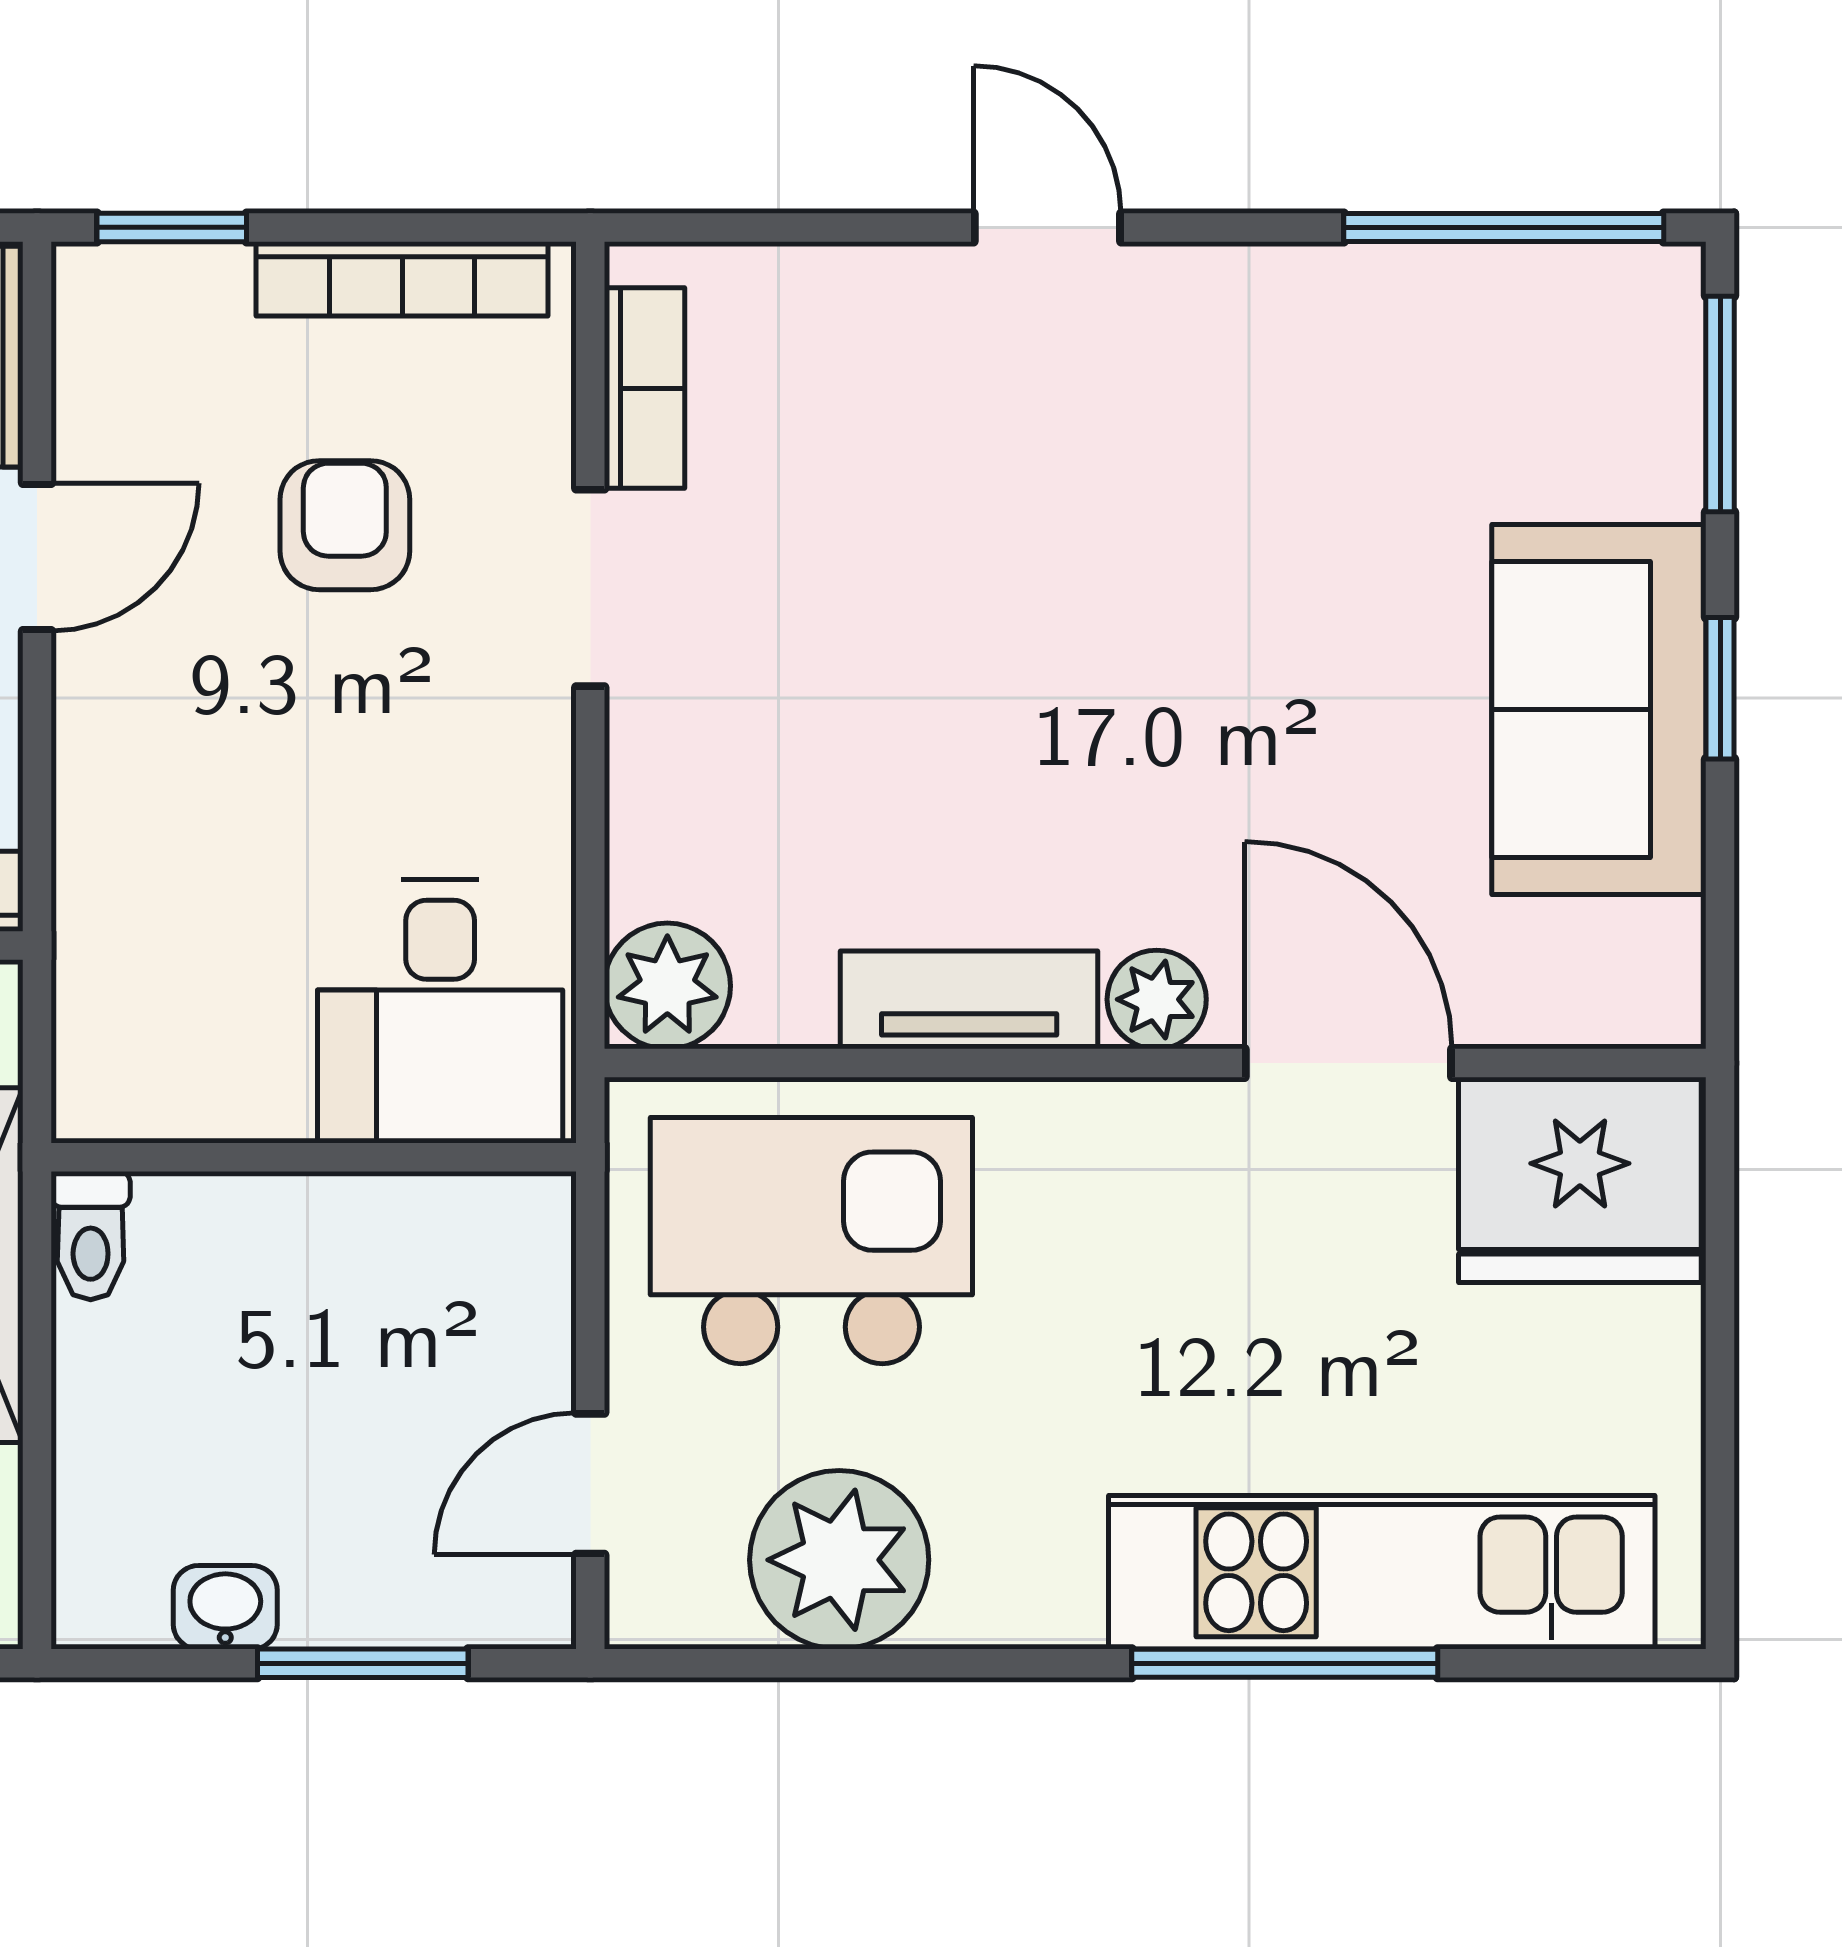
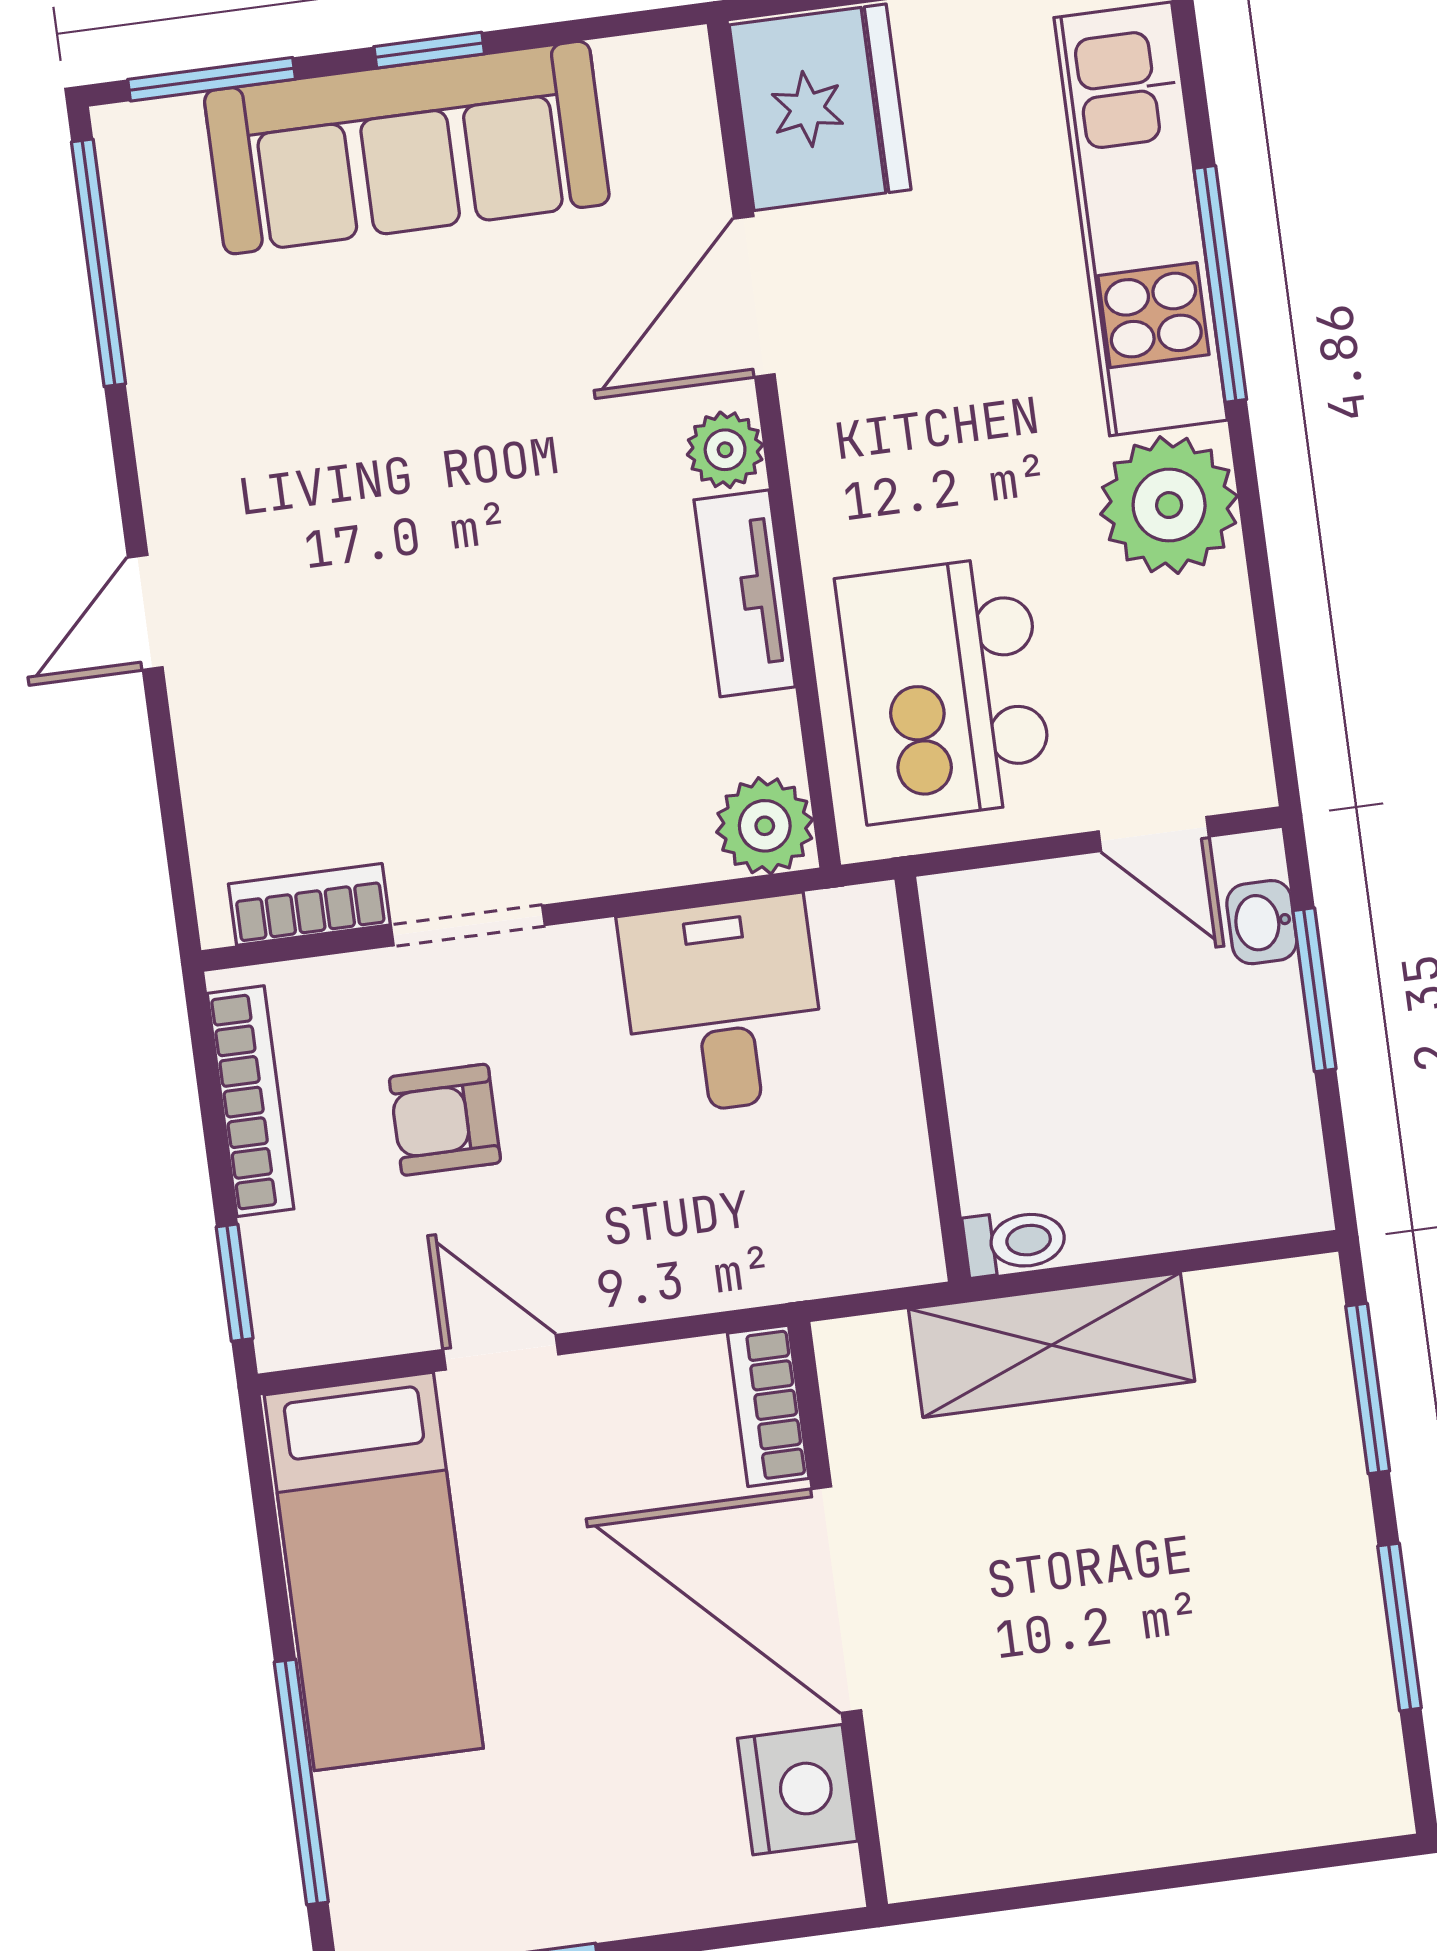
sofa: (1599, 709) -> (407, 148), width x1.36
desk: (440, 1011) -> (723, 1005), moved, turned -90
plant: (839, 1560) -> (1169, 505), moved
washbasin: (225, 1607) -> (1262, 922), moved

